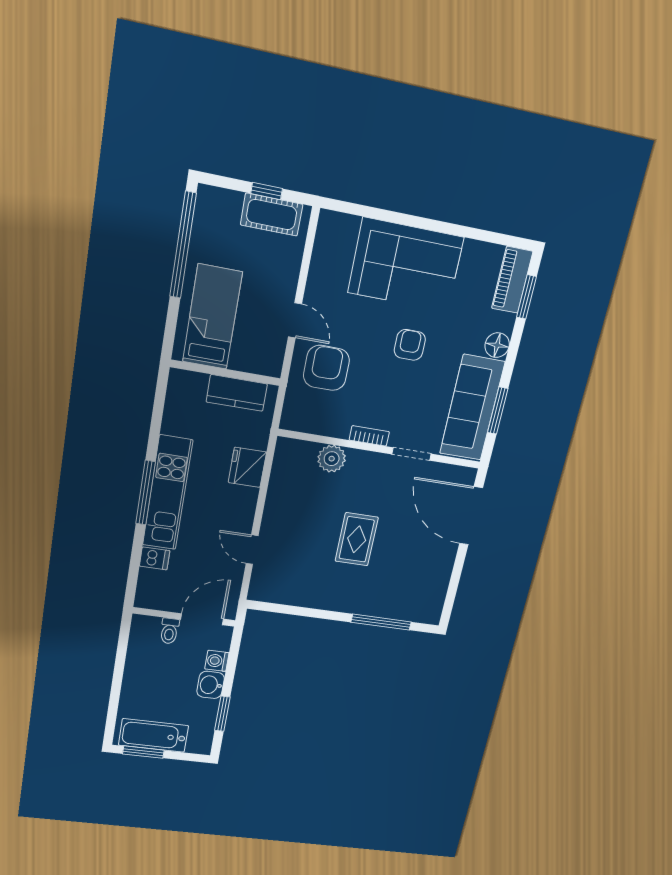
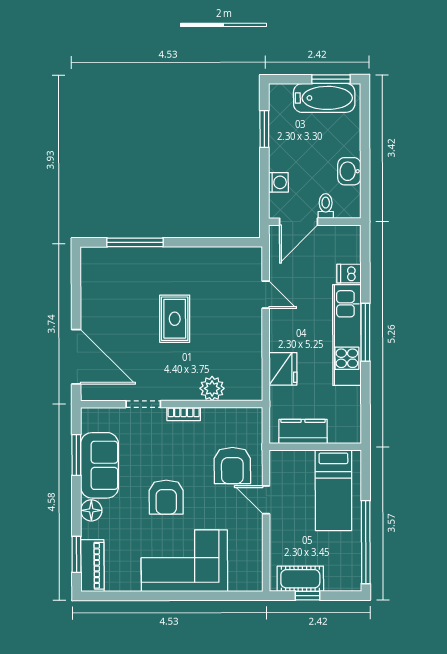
armchair: (410, 345) -> (166, 497), width x1.38, depth x1.38
sofa: (472, 408) -> (100, 465), width x0.73
washbasin: (211, 685) -> (349, 171), moved, turned 180

